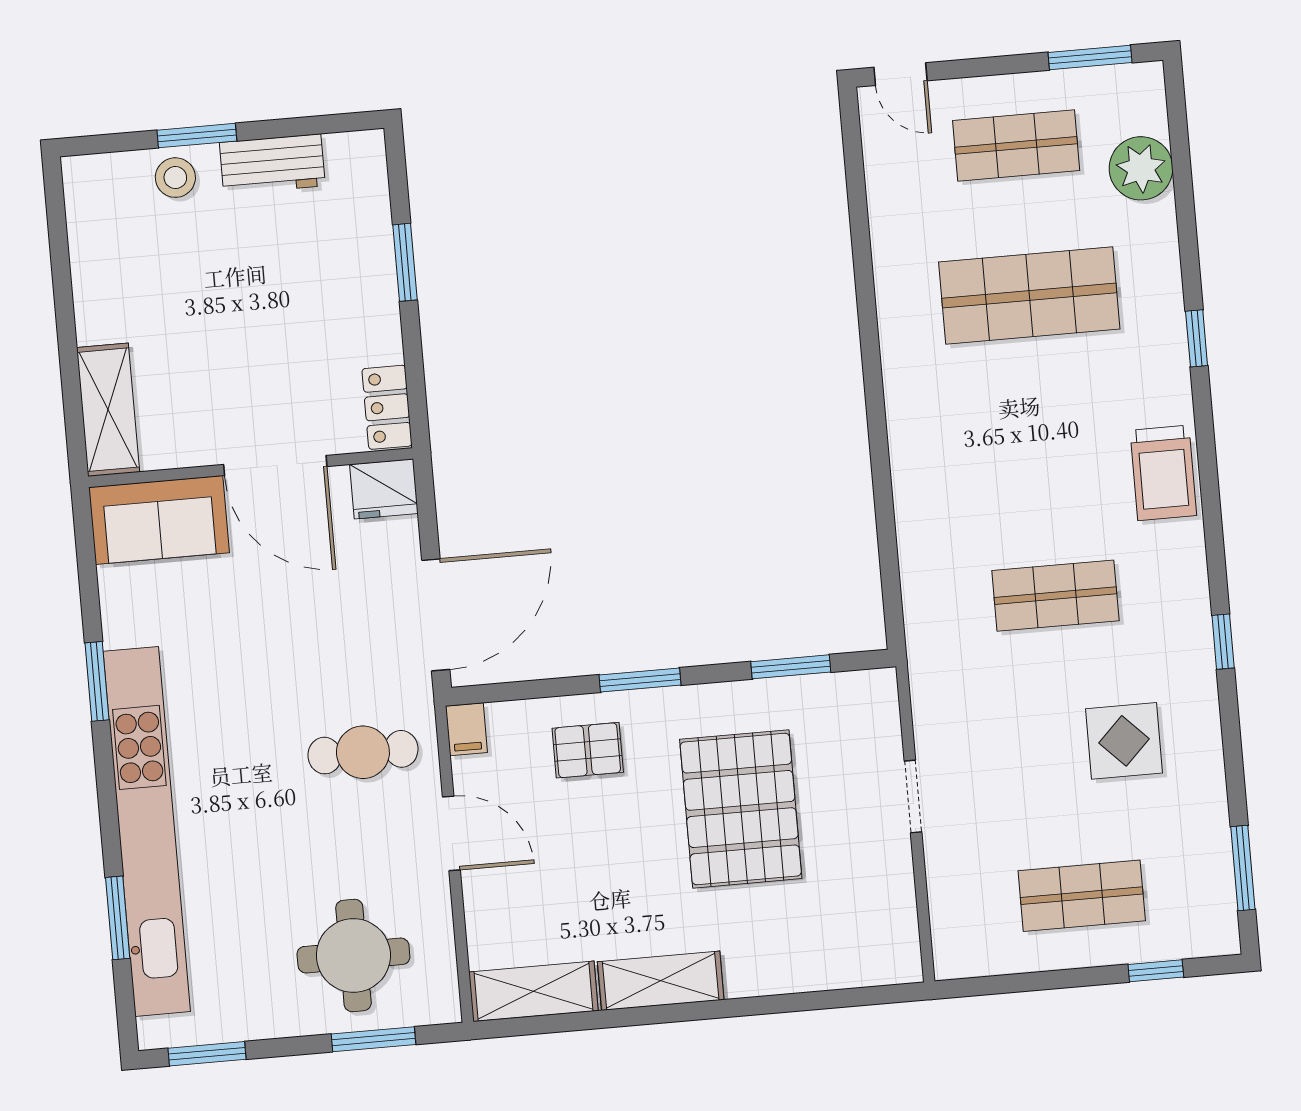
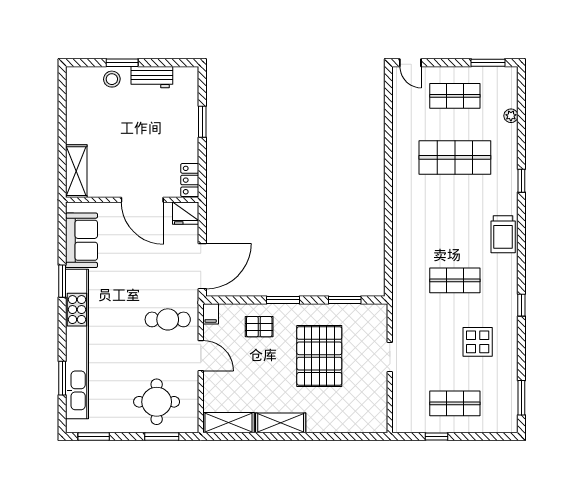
plant: (1141, 168) -> (511, 116), width x0.53, depth x0.53
sofa: (159, 520) -> (82, 240), moved, turned -90
window: (1156, 971) -> (437, 437), moved

